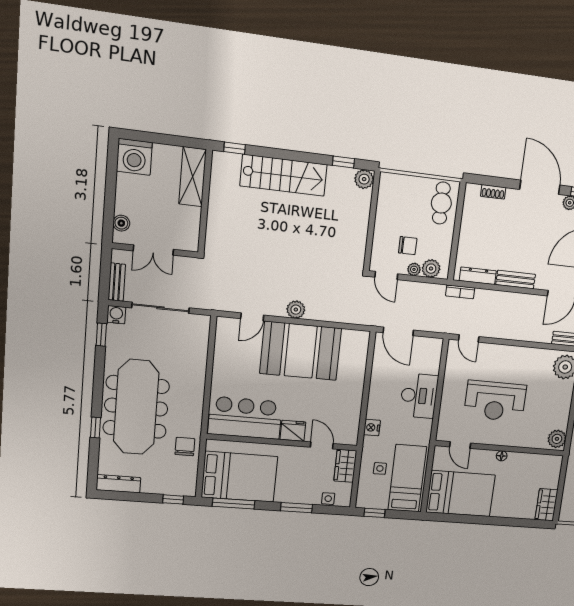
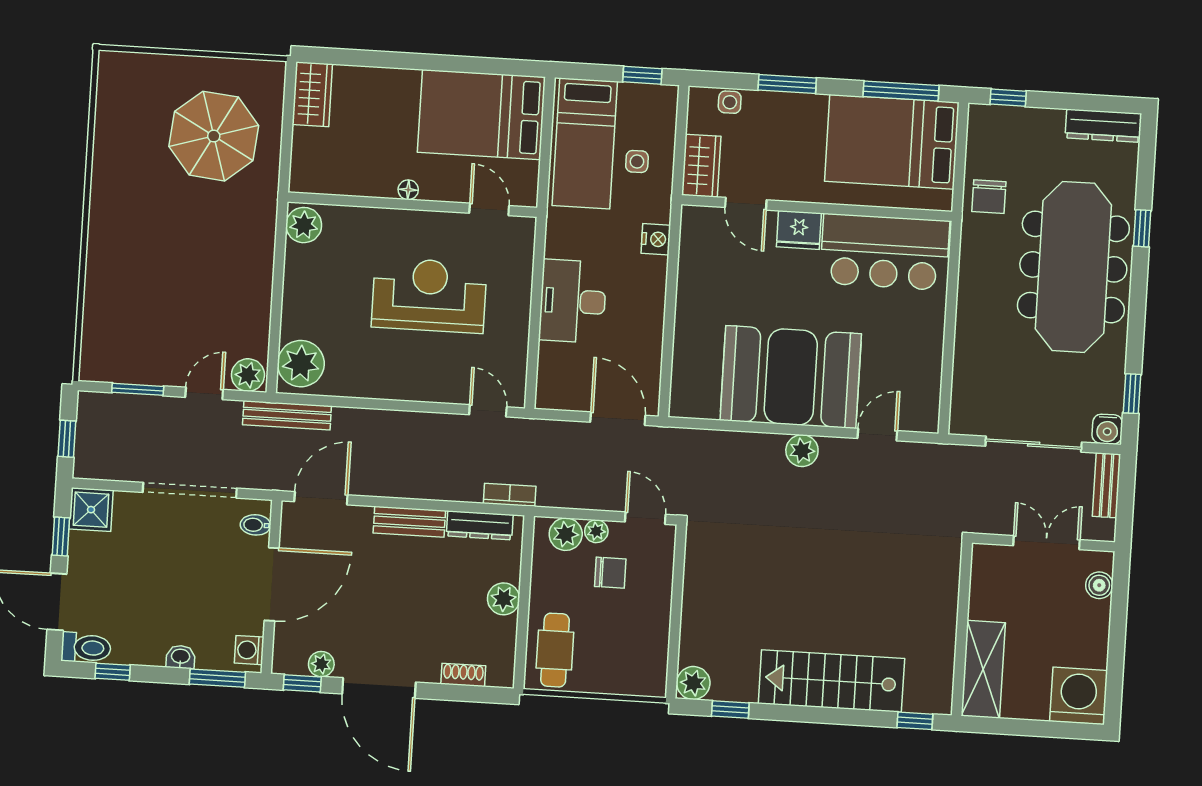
plant: (468, 234) -> (504, 599), added
chair: (408, 246) -> (610, 573), turned 180

